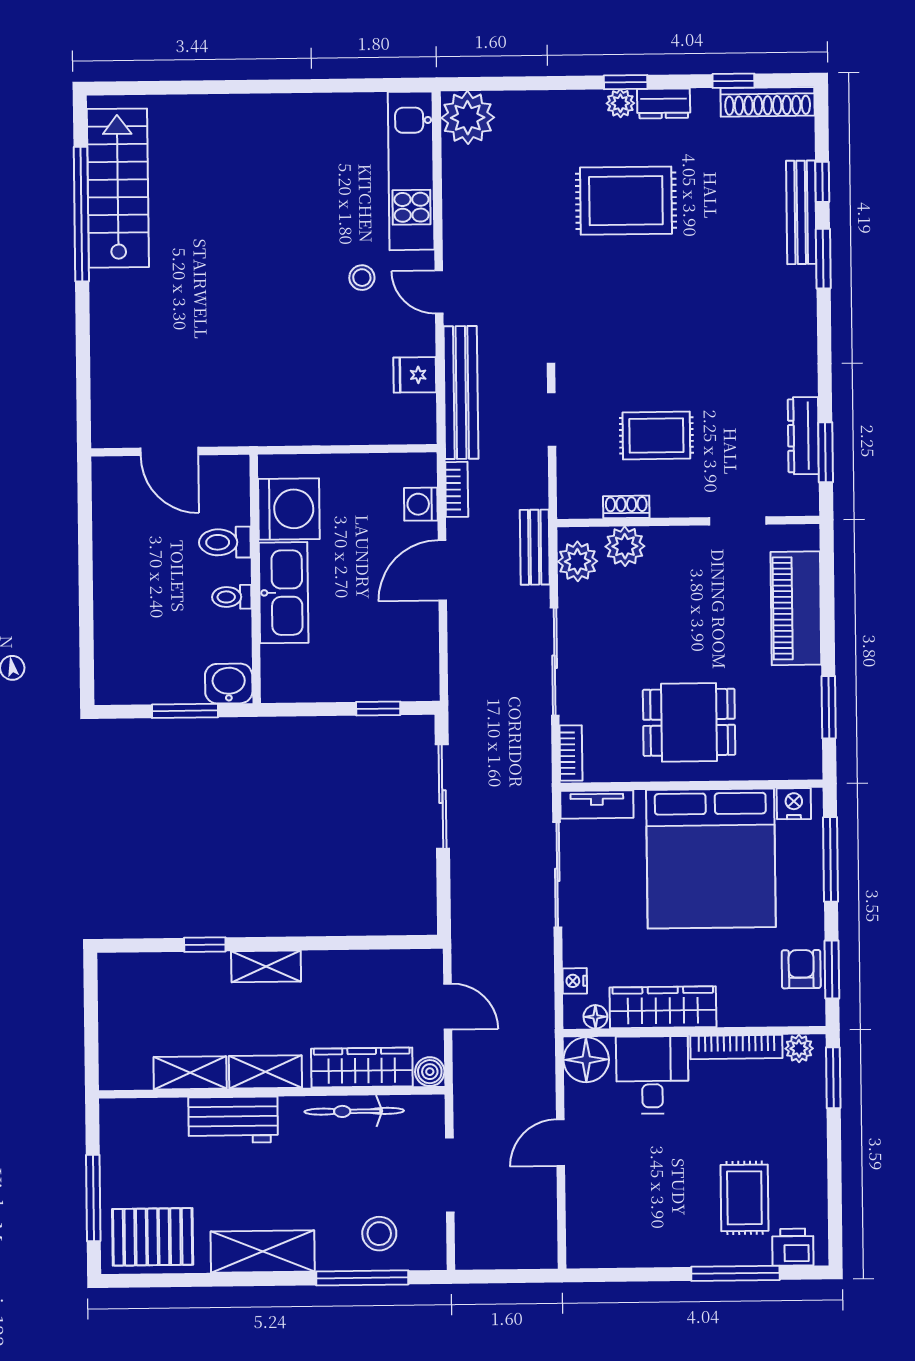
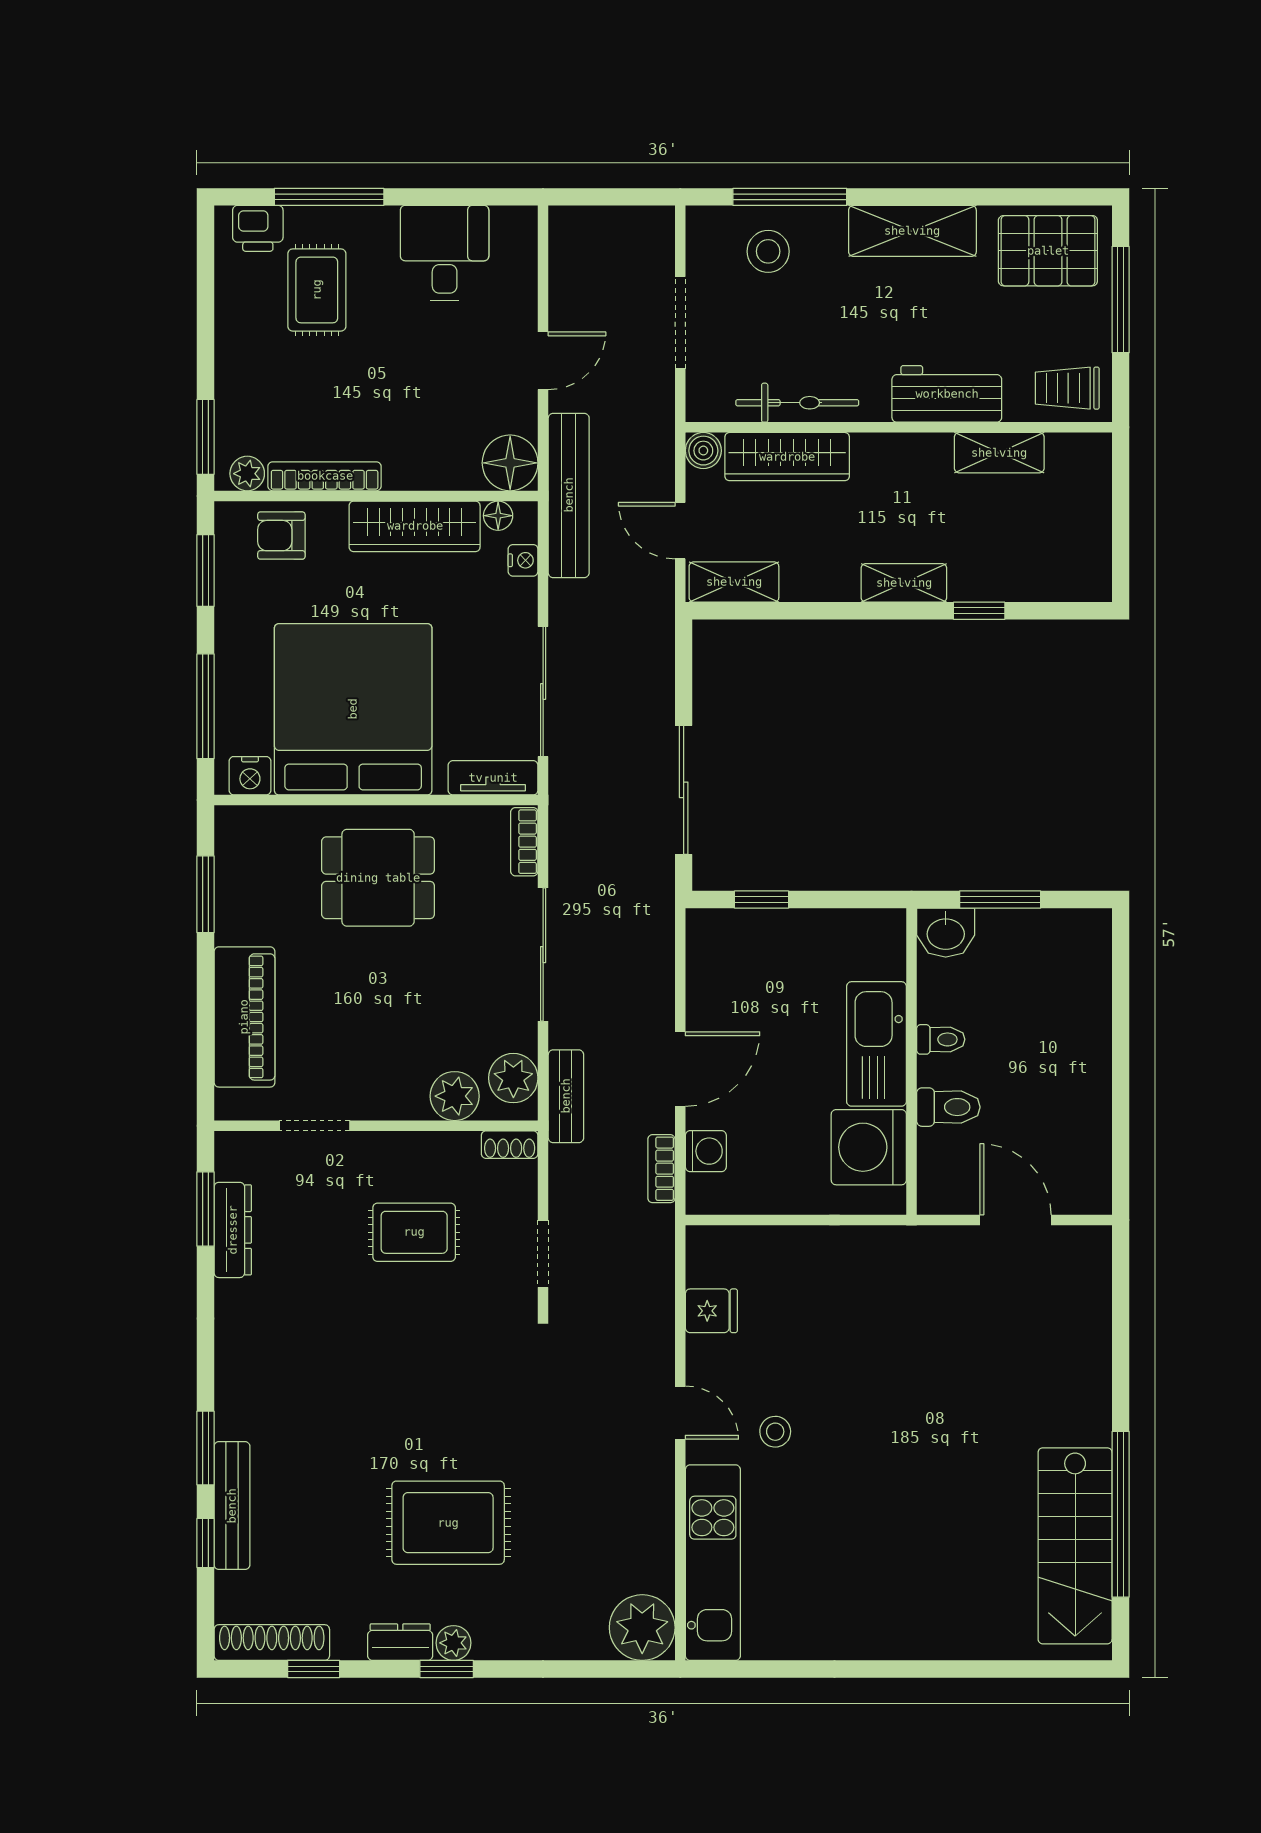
bench: (461, 393) -> (569, 495), moved
shoe rack: (626, 507) -> (510, 1145), moved
armchair: (801, 969) -> (281, 536), moved, turned 90
shelving: (265, 1072) -> (734, 582), moved
desk: (652, 1075) -> (445, 253), moved, turned 180
trolley: (136, 1126) -> (1067, 388), added

